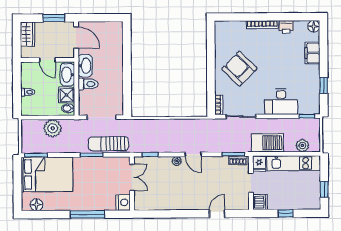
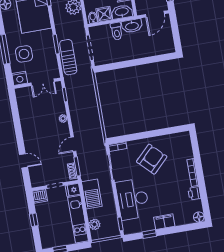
filing cabinet: (312, 53) -> (164, 222), moved
desk: (281, 102) -> (133, 199), width x1.36, depth x1.30
door: (193, 154) -> (73, 144), moved
side table: (96, 193) -> (24, 54), added

